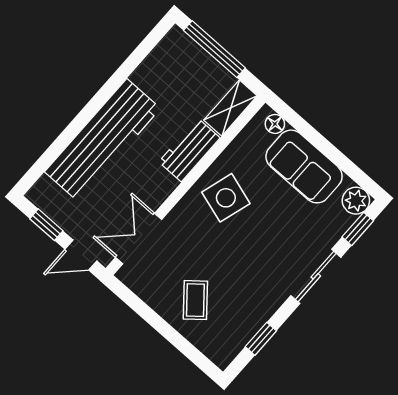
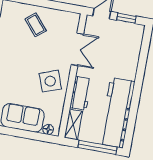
workbench: (103, 140) -> (117, 113), moved
side table: (226, 198) -> (50, 81), turned -37
double door: (139, 238) -> (77, 49), moved

